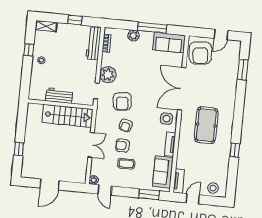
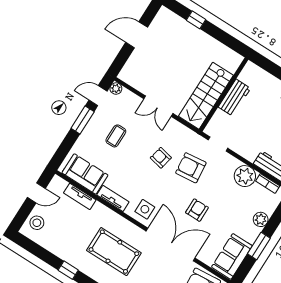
window: (152, 28) -> (259, 246), width x0.69
plant: (108, 75) -> (245, 176), moved
armchair: (123, 145) -> (197, 210), moved
tv unit: (179, 181) -> (80, 196), moved
door: (50, 184) -> (137, 35), hinge flipped
window: (149, 194) -> (83, 120), moved
door: (193, 199) -> (36, 193), hinge flipped

